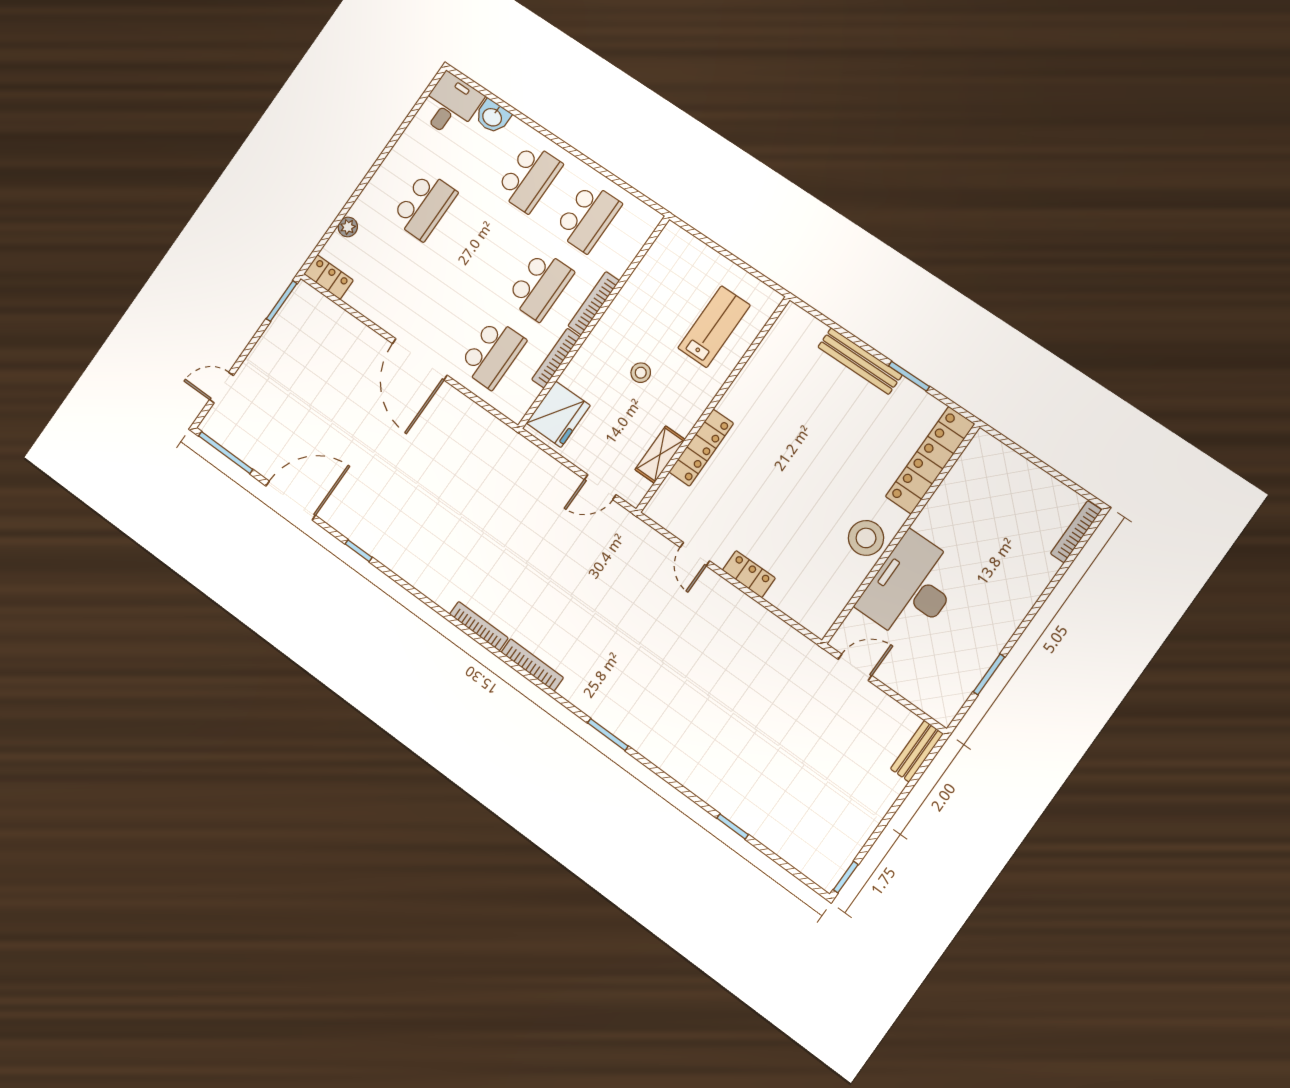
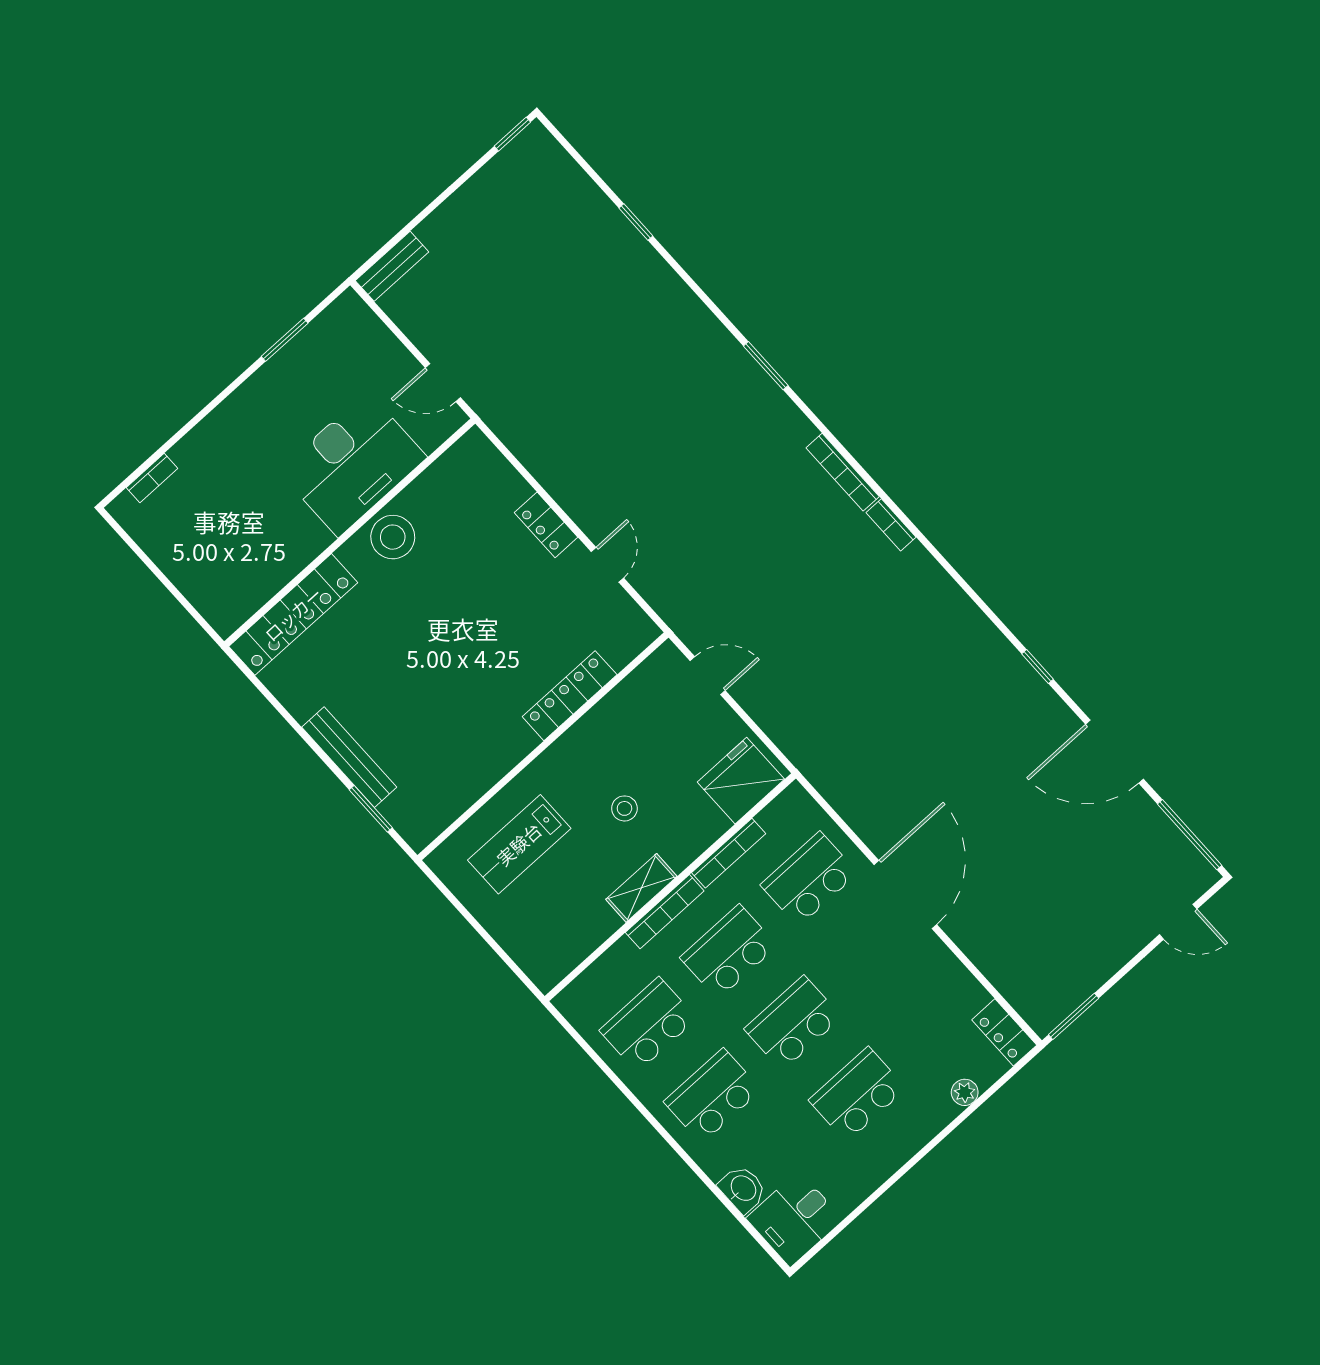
school desk: (482, 245) -> (793, 1023), added
window: (909, 376) -> (371, 809), moved
shelving: (660, 455) -> (641, 888), moved
bookcase: (1076, 532) -> (152, 478), width x0.64
bookcase: (479, 626) -> (891, 525), width x0.64

